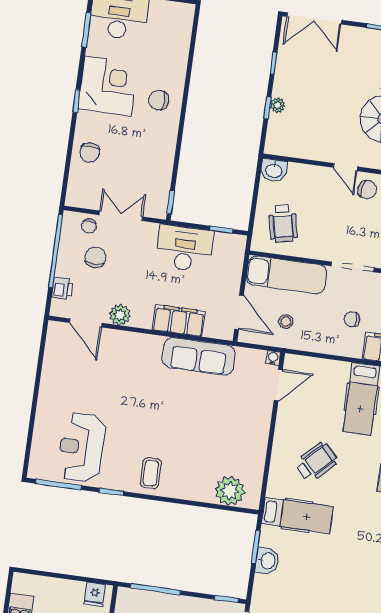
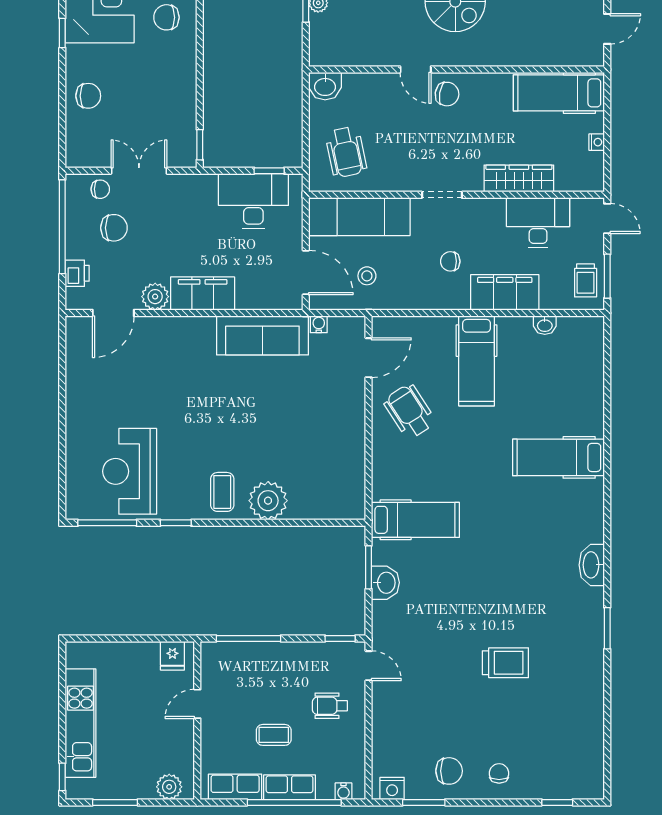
chair: (90, 152) -> (88, 96), turned -92
chair: (89, 226) -> (100, 189), turned -90
desk: (185, 249) -> (253, 201), moved
chair: (95, 257) -> (114, 228), turned 90
doorway: (353, 267) -> (442, 195), width x0.73
filing cabinet: (179, 321) -> (203, 294), moved
door: (86, 323) -> (113, 313), hinge flipped
water cooler: (273, 358) -> (319, 324), moved
wheelchair: (316, 462) -> (409, 411), moved, turned -79
plant: (230, 491) -> (268, 501), moved

